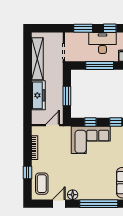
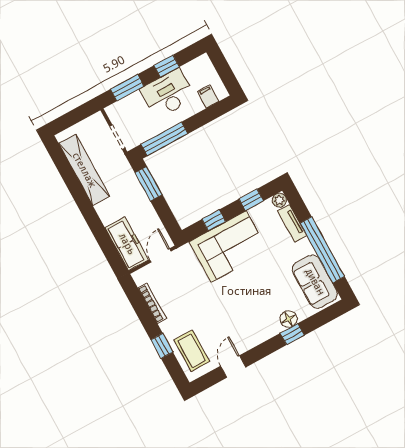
window: (100, 66) -> (164, 139), moved
freezer: (38, 95) -> (127, 244), moved
window: (67, 96) -> (149, 184), moved
floor lamp: (73, 195) -> (289, 319), moved
window: (99, 204) -> (292, 334), width x0.32

